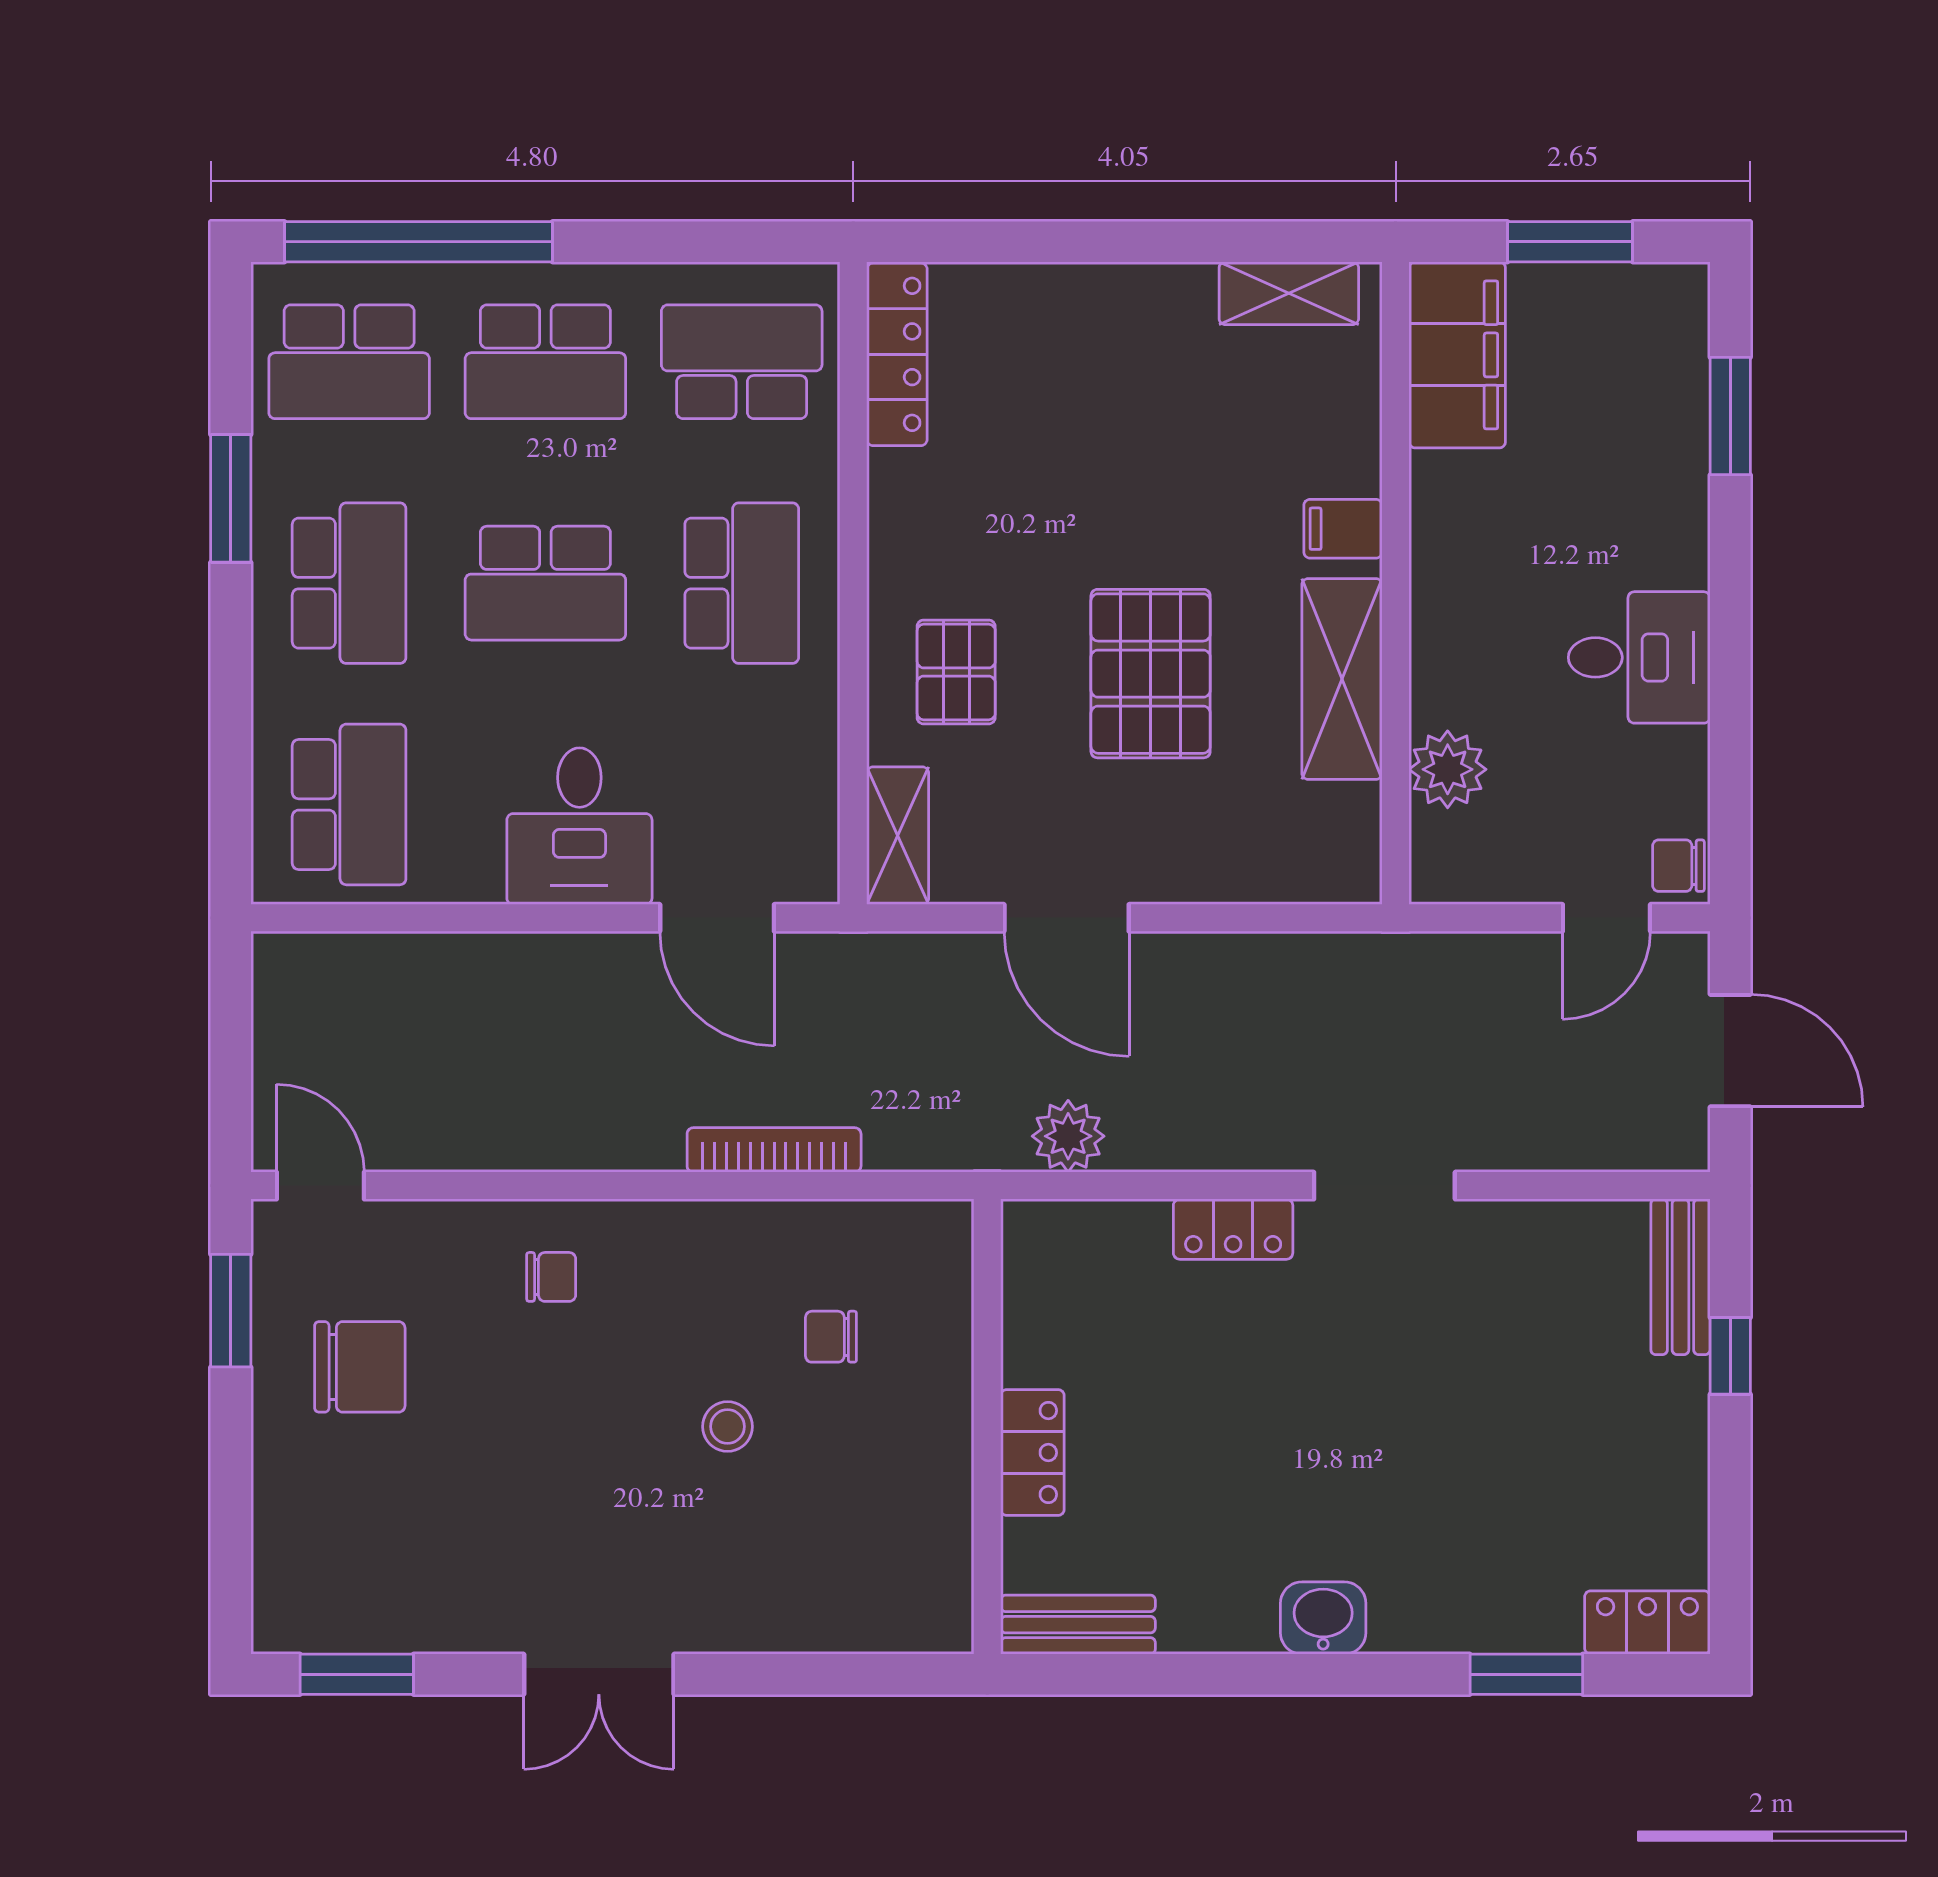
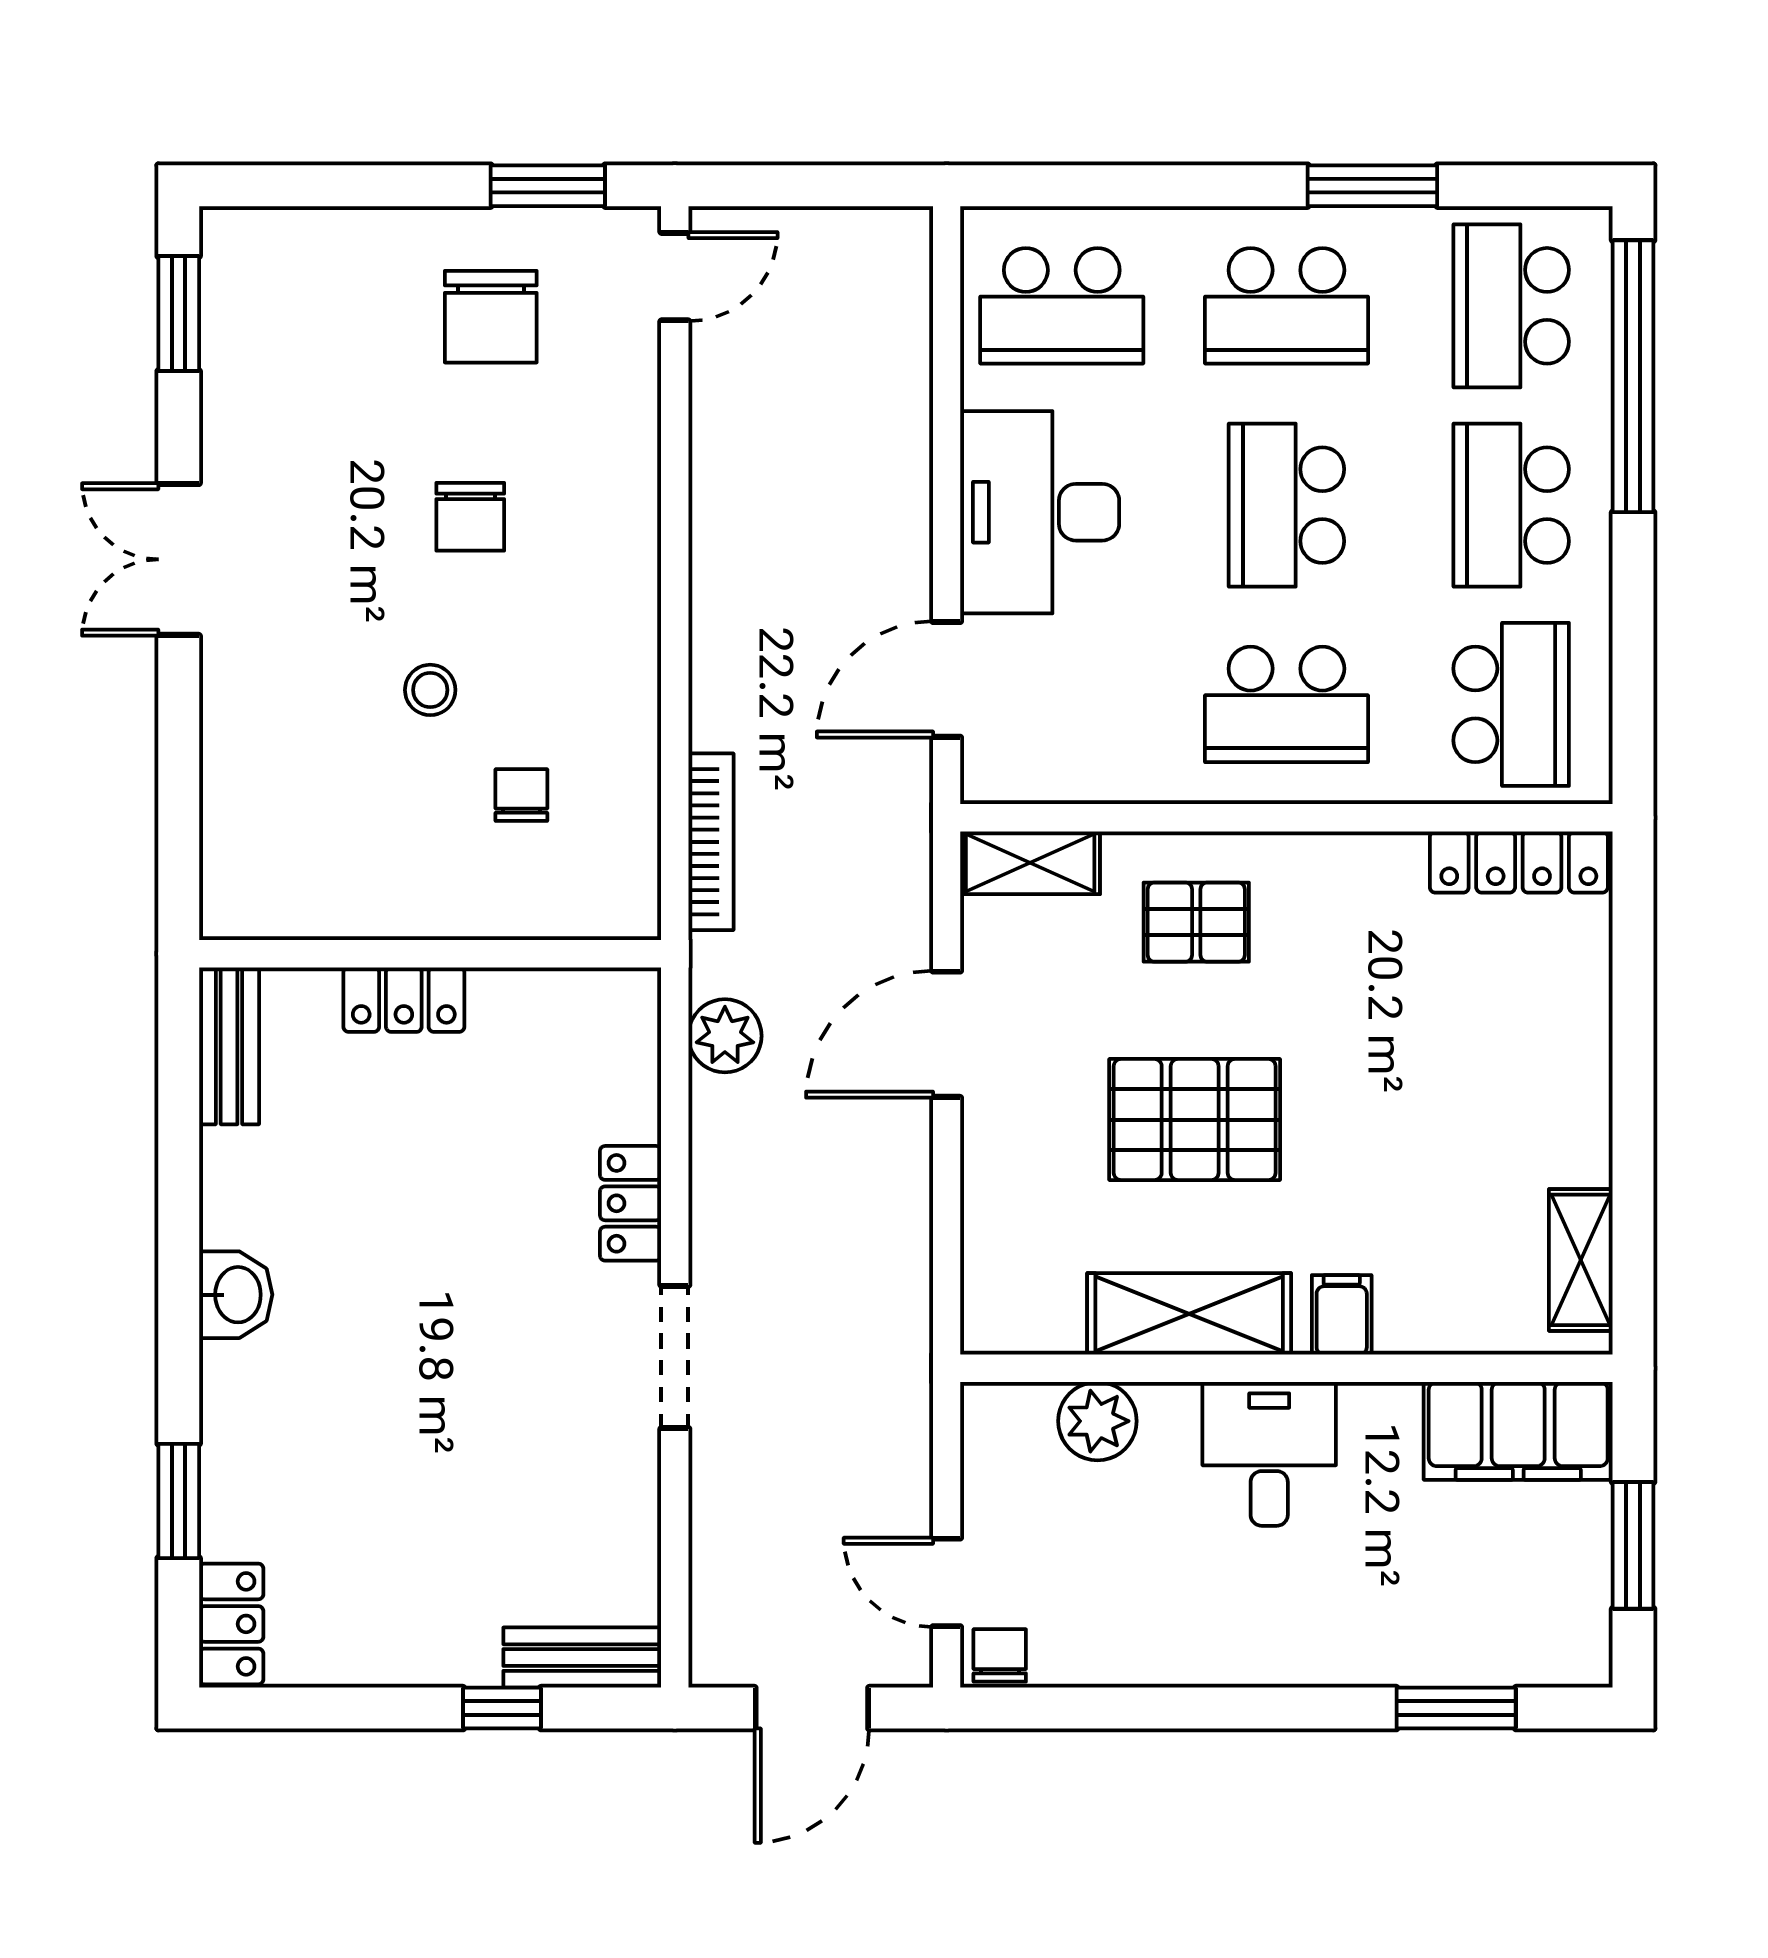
desk: (1639, 657) -> (1269, 1454), moved, turned 180
desk: (579, 826) -> (1040, 512), width x1.37
bookcase: (774, 1150) -> (711, 842), moved
chair: (551, 1277) -> (470, 517), moved, width x1.37, depth x1.37

